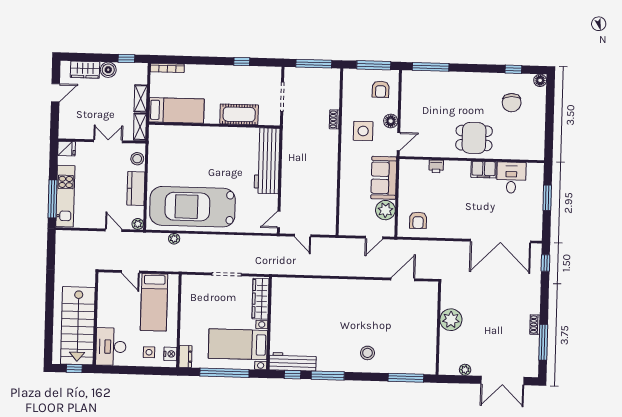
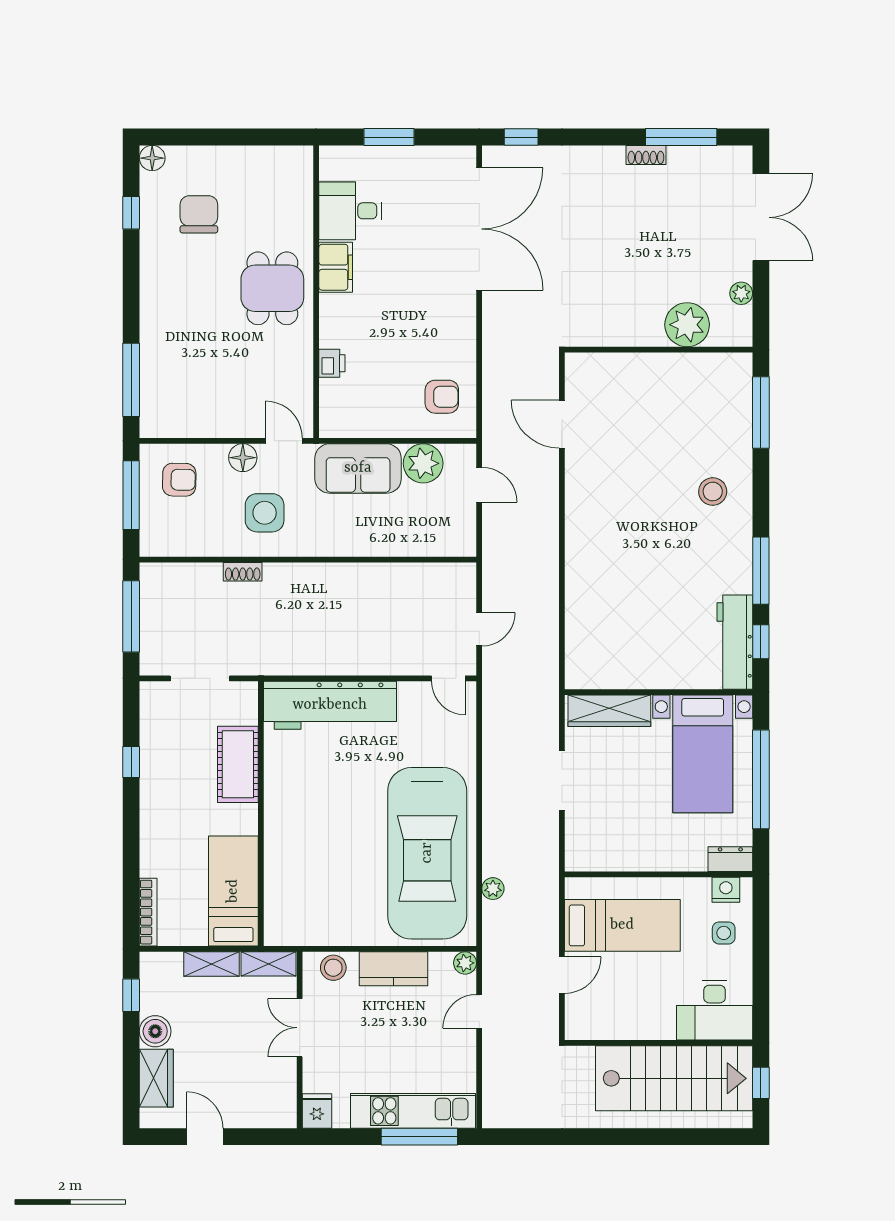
chair: (512, 103) -> (199, 214), turned -87
plant: (451, 320) -> (687, 325), moved

